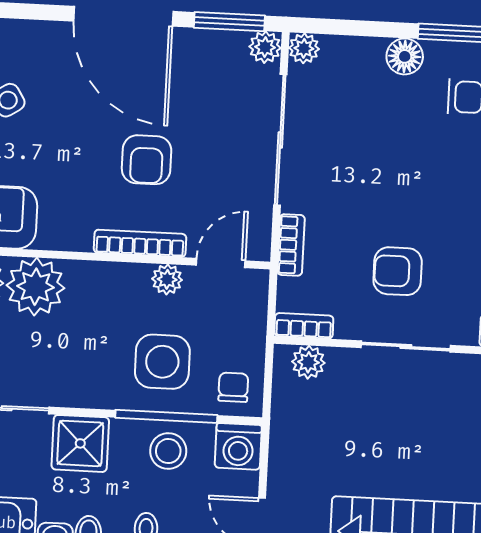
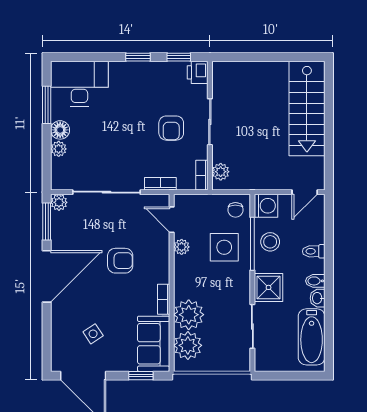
plant: (304, 48) -> (59, 149), moved
bookcase: (140, 243) -> (164, 299), moved, width x0.64
chair: (233, 387) -> (235, 210), turned -90

